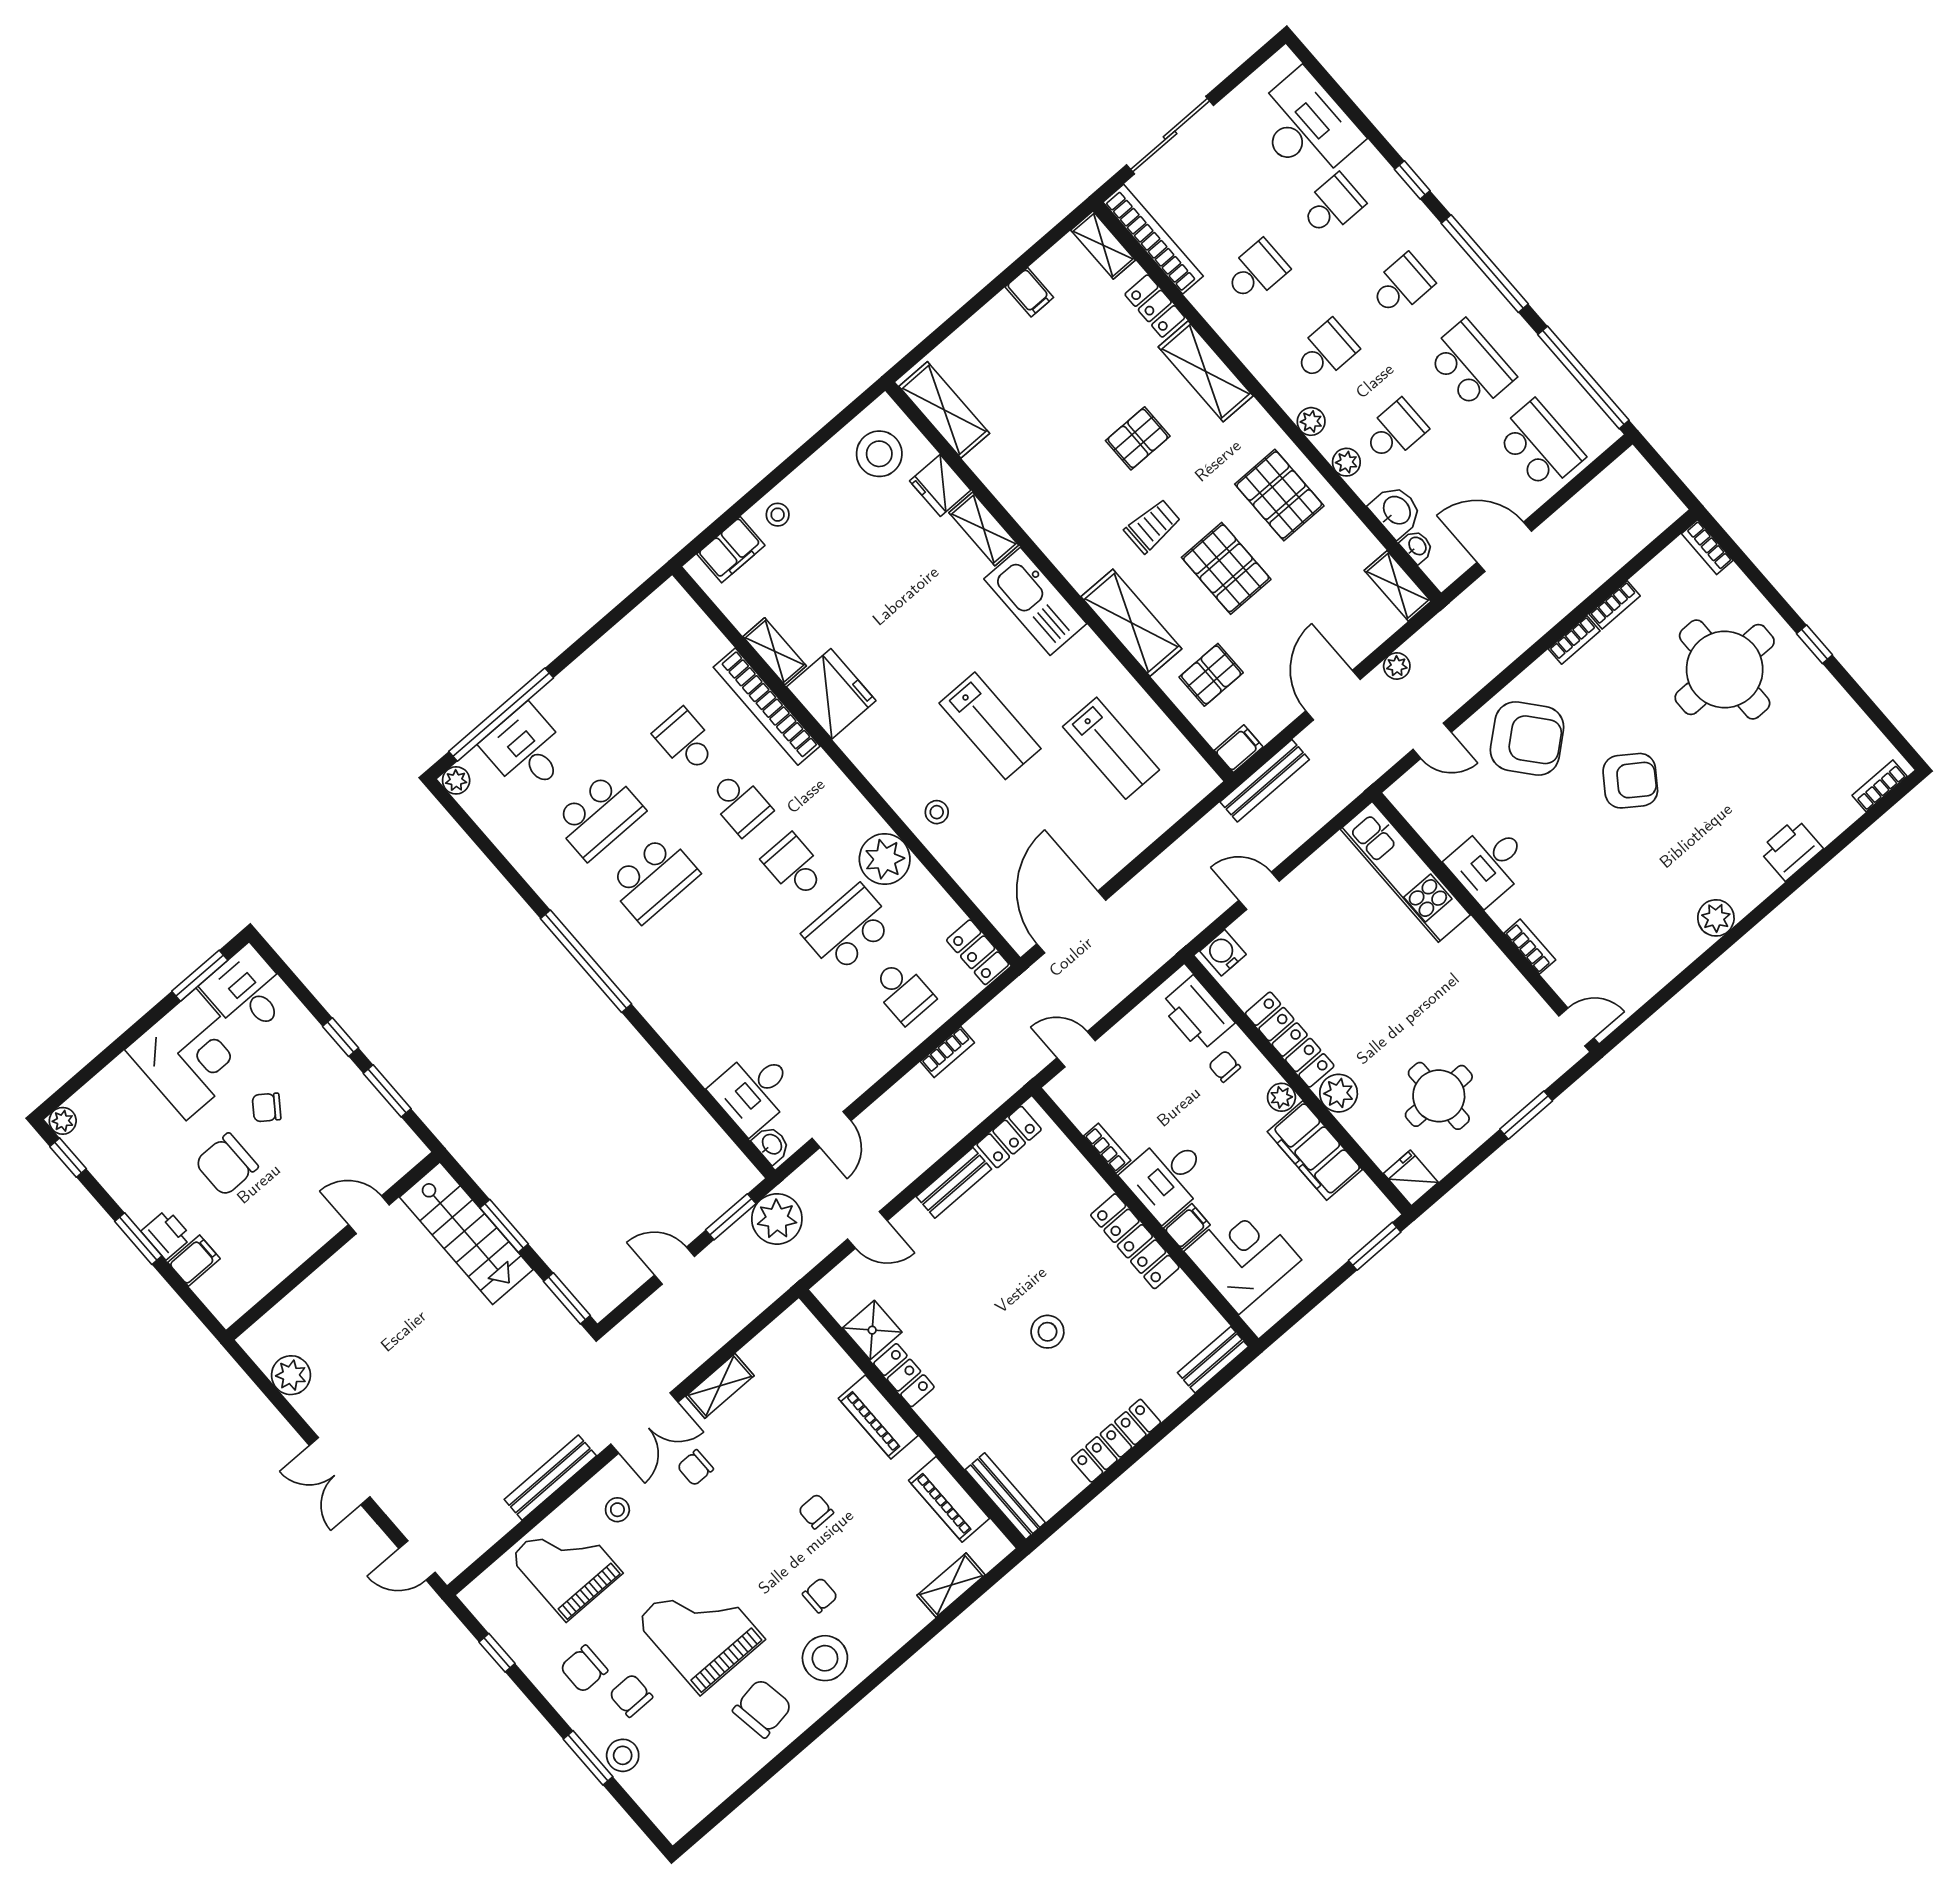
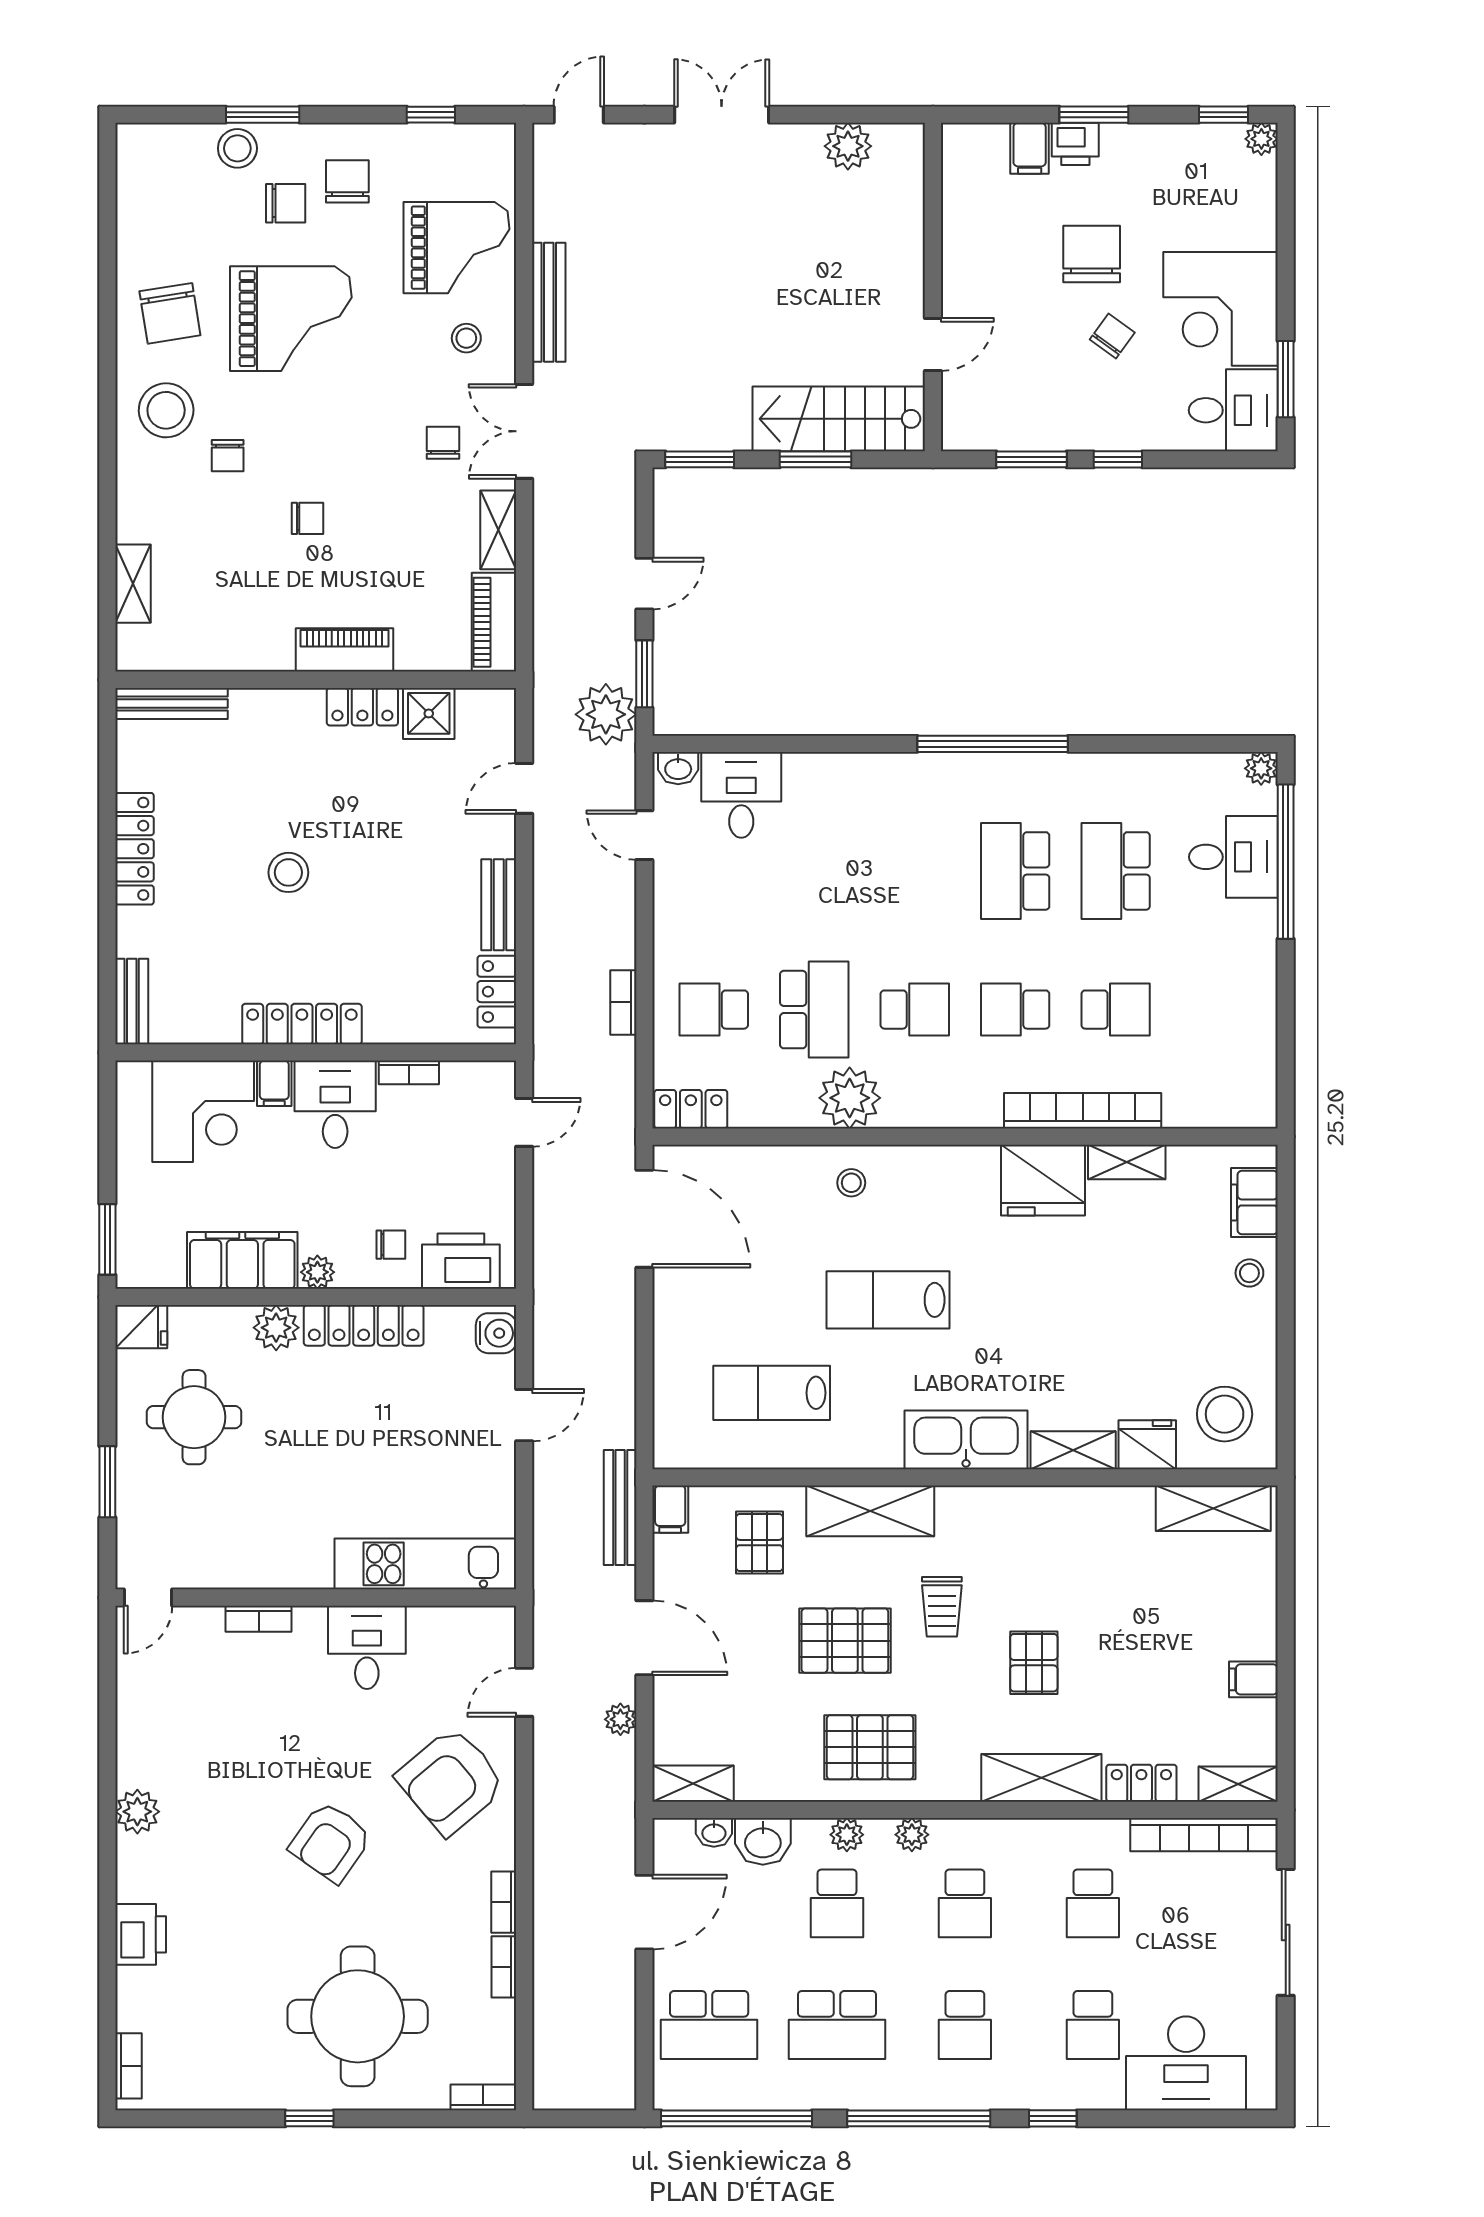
piano: (949, 1499) -> (494, 622), moved, turned -90

